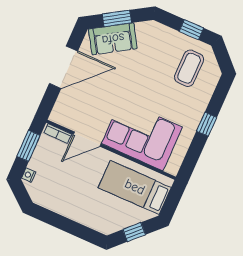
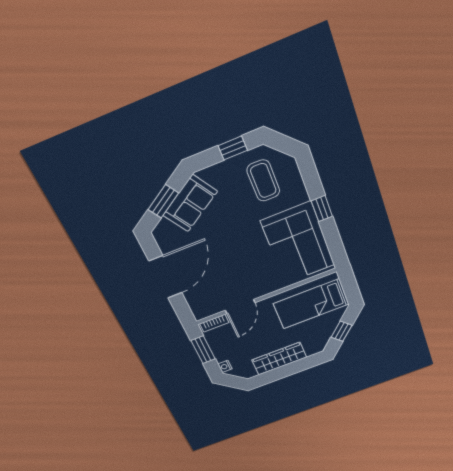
sofa: (113, 39) -> (190, 203), moved
corner sofa: (142, 135) -> (298, 243), moved, turned -90
wardrobe: (71, 209) -> (279, 359), added

